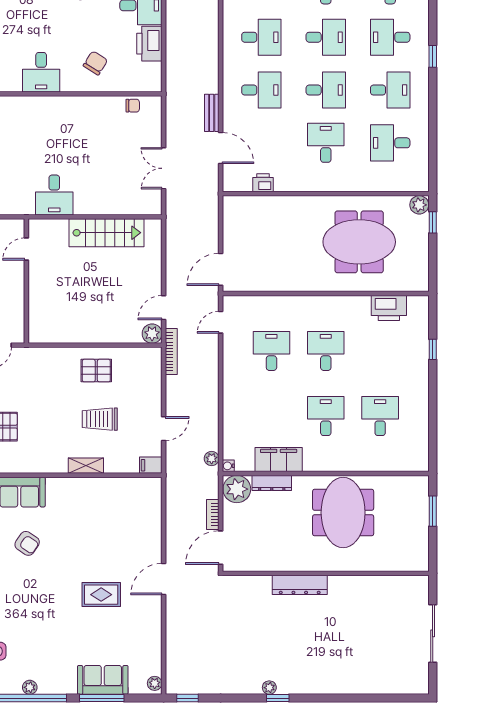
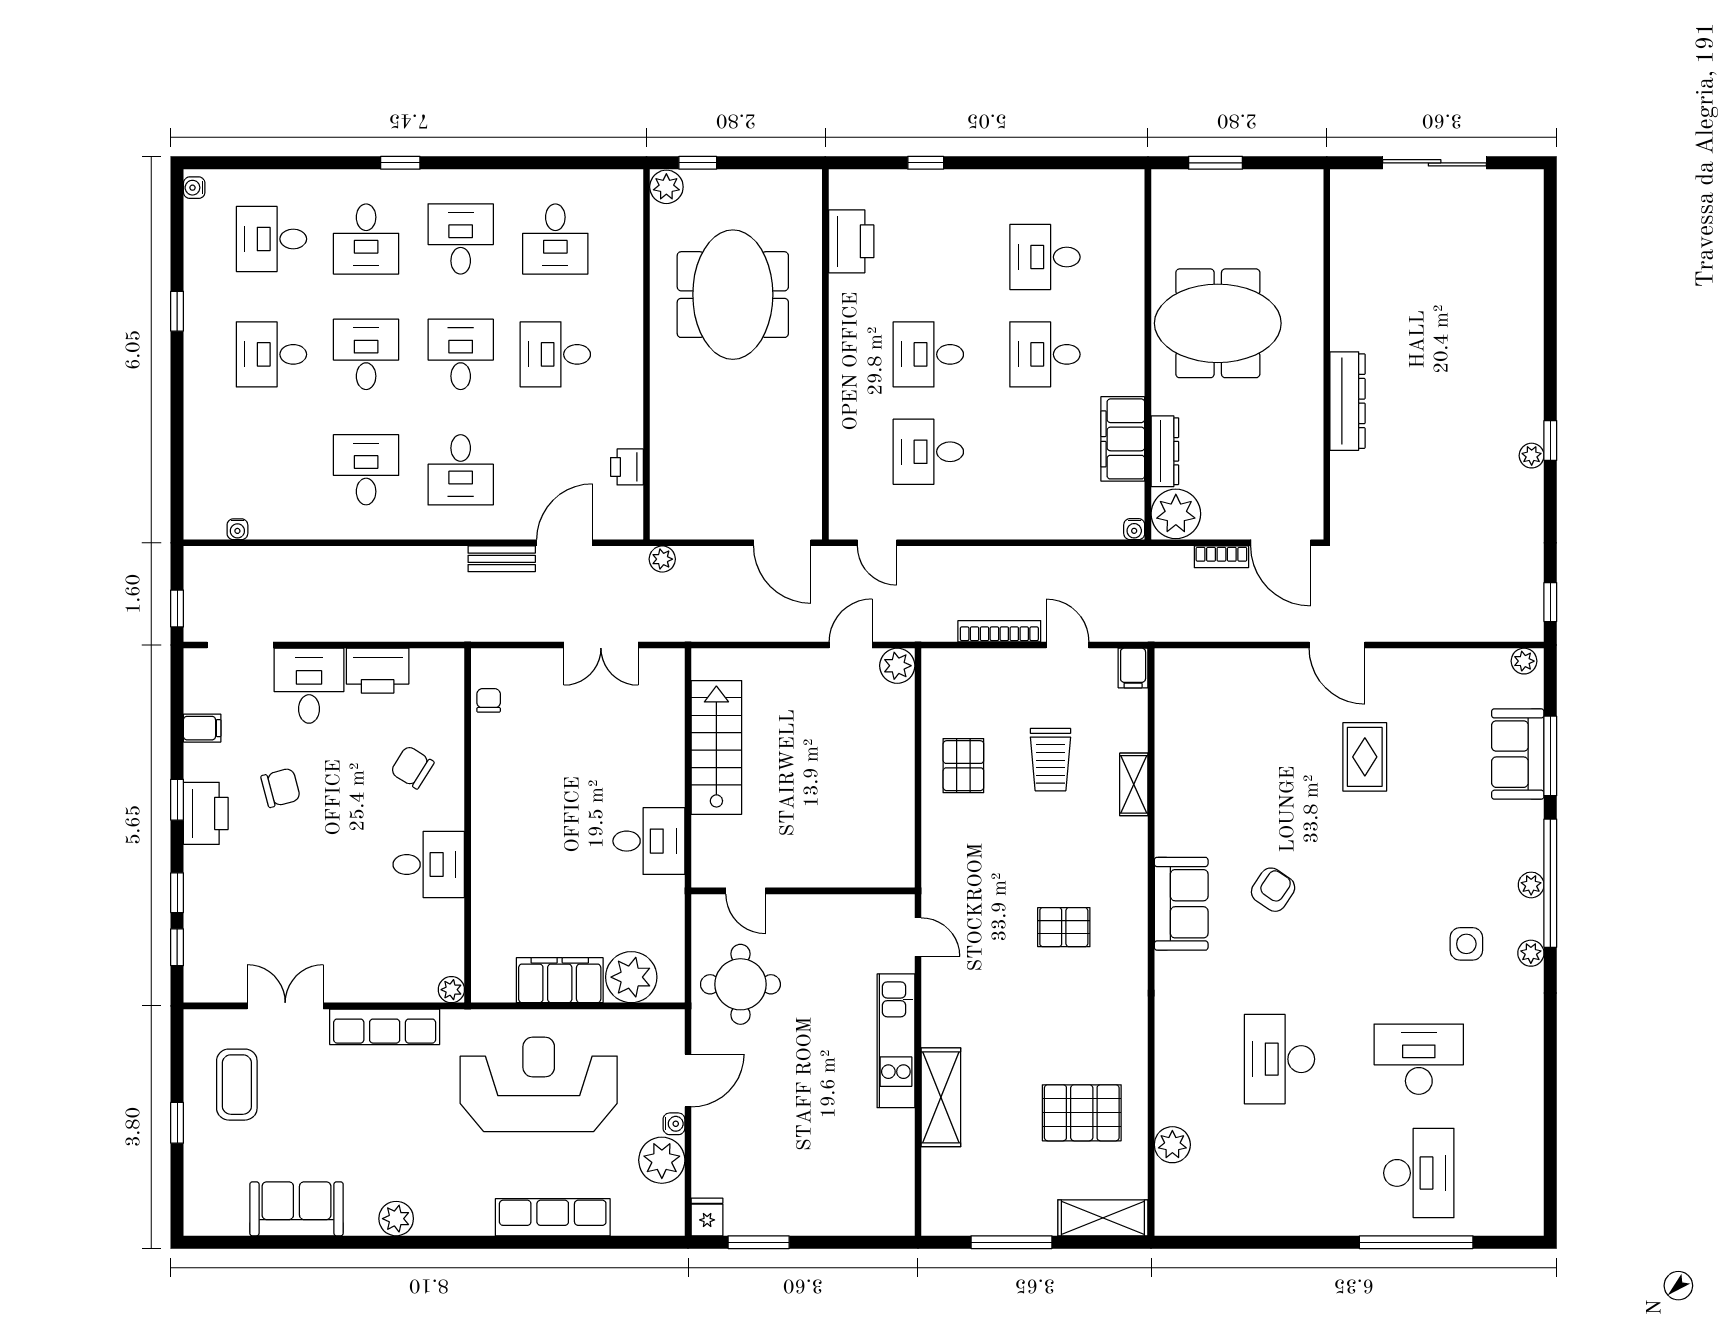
desk: (261, 90) -> (461, 470), turned 180
door: (164, 308) -> (851, 645), swing flipped
bookcase: (171, 352) -> (999, 631), moved
plant: (212, 459) -> (662, 559), moved

